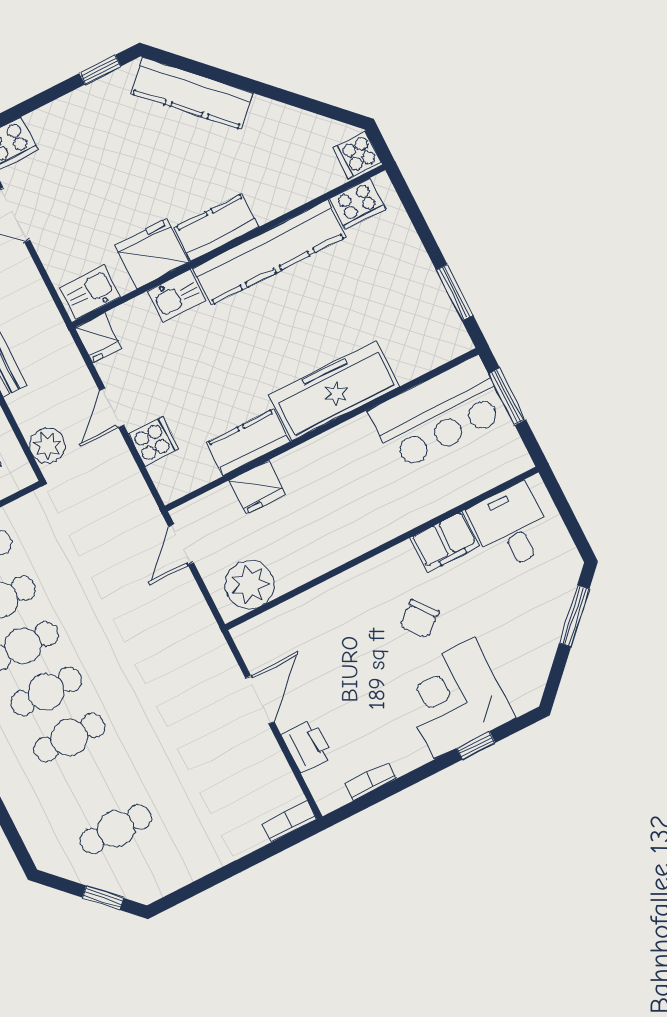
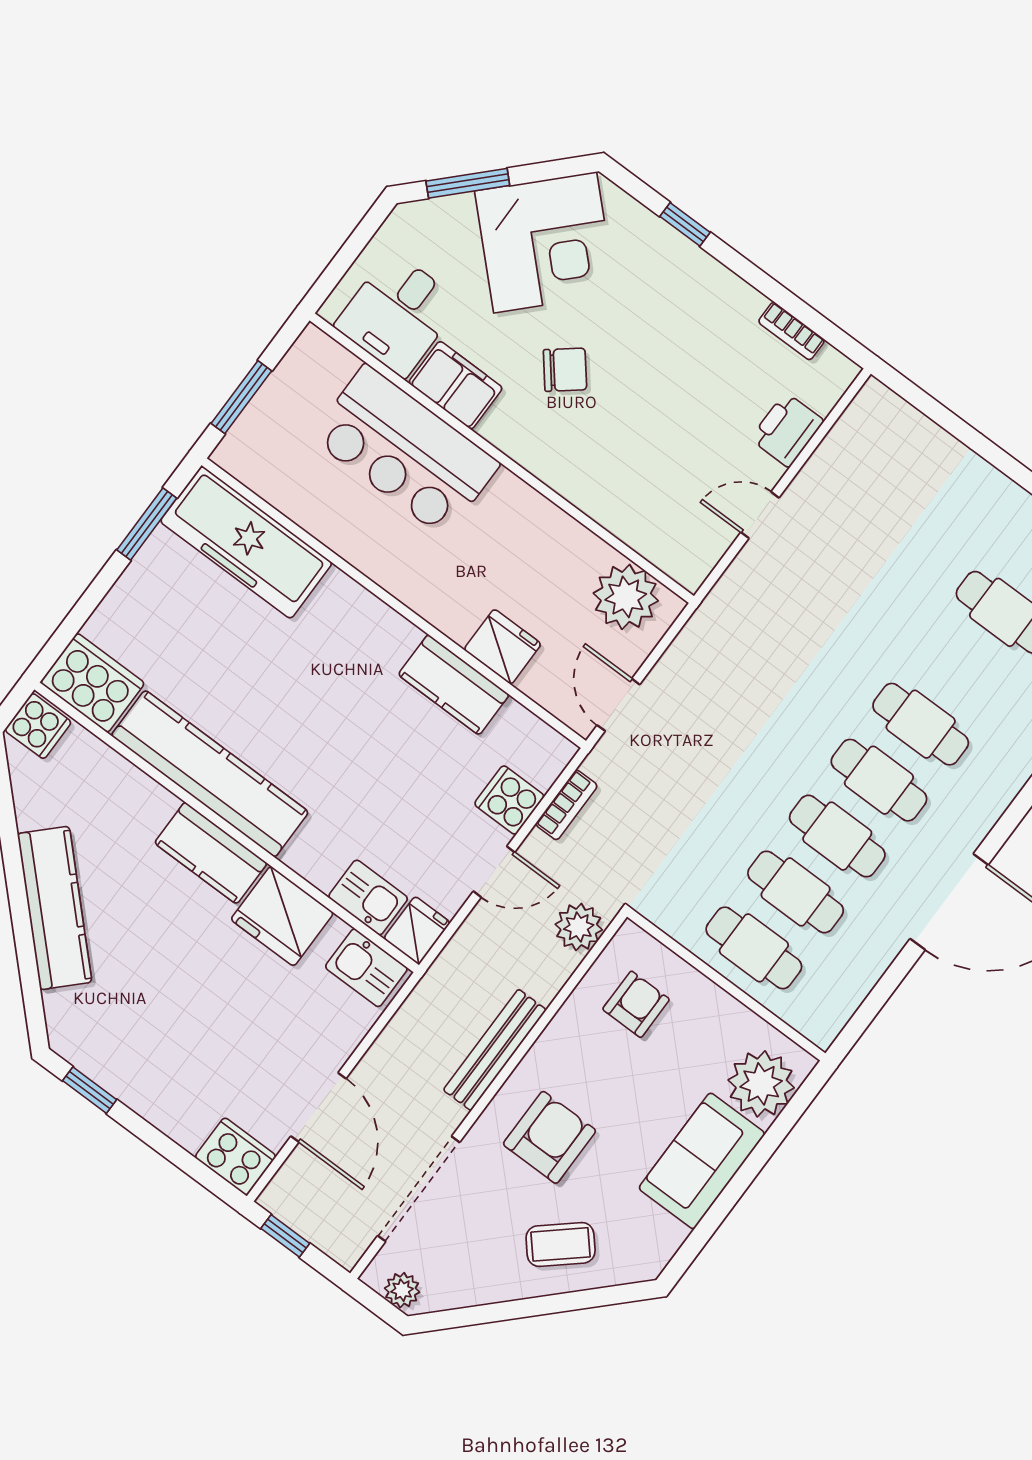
kitchen counter: (192, 93) -> (55, 908), moved
cooker: (358, 204) -> (93, 683), width x1.37, depth x1.31
kitchen sink: (177, 296) -> (368, 897), moved
freezer: (334, 391) -> (246, 542), moved
bar counter: (438, 413) -> (405, 451), moved, turned 180
door: (181, 544) -> (618, 705), swing flipped
corner desk: (454, 698) -> (545, 242), moved, turned -46
door: (260, 700) -> (760, 515), width x0.73
bookcase: (289, 822) -> (567, 805), moved, turned -90

